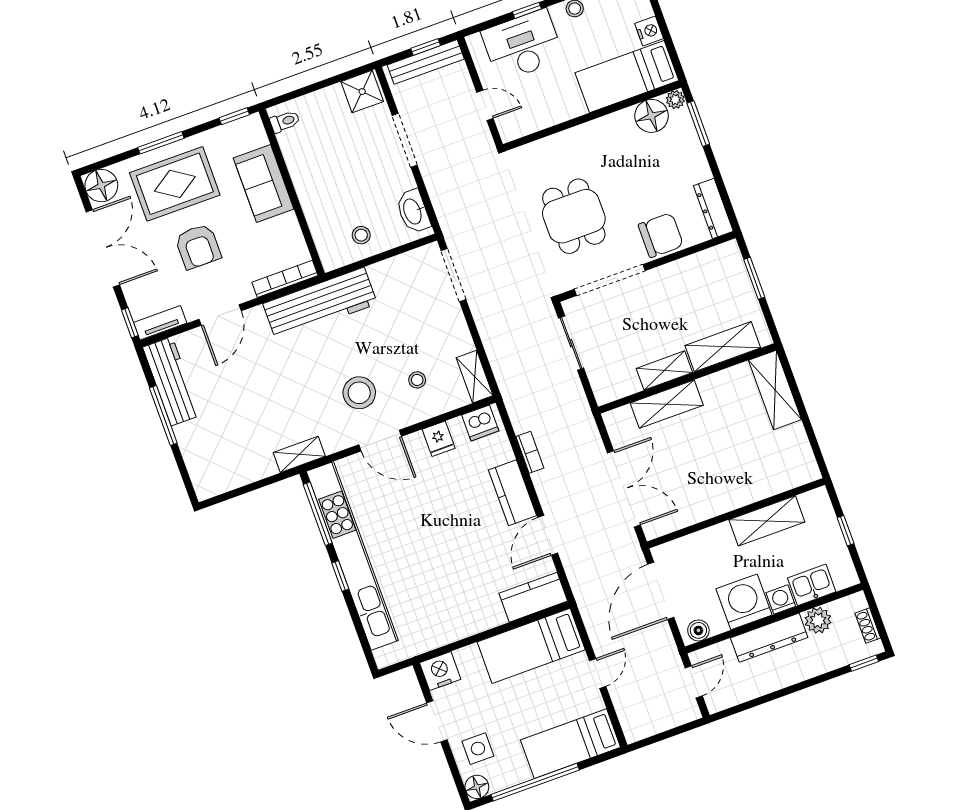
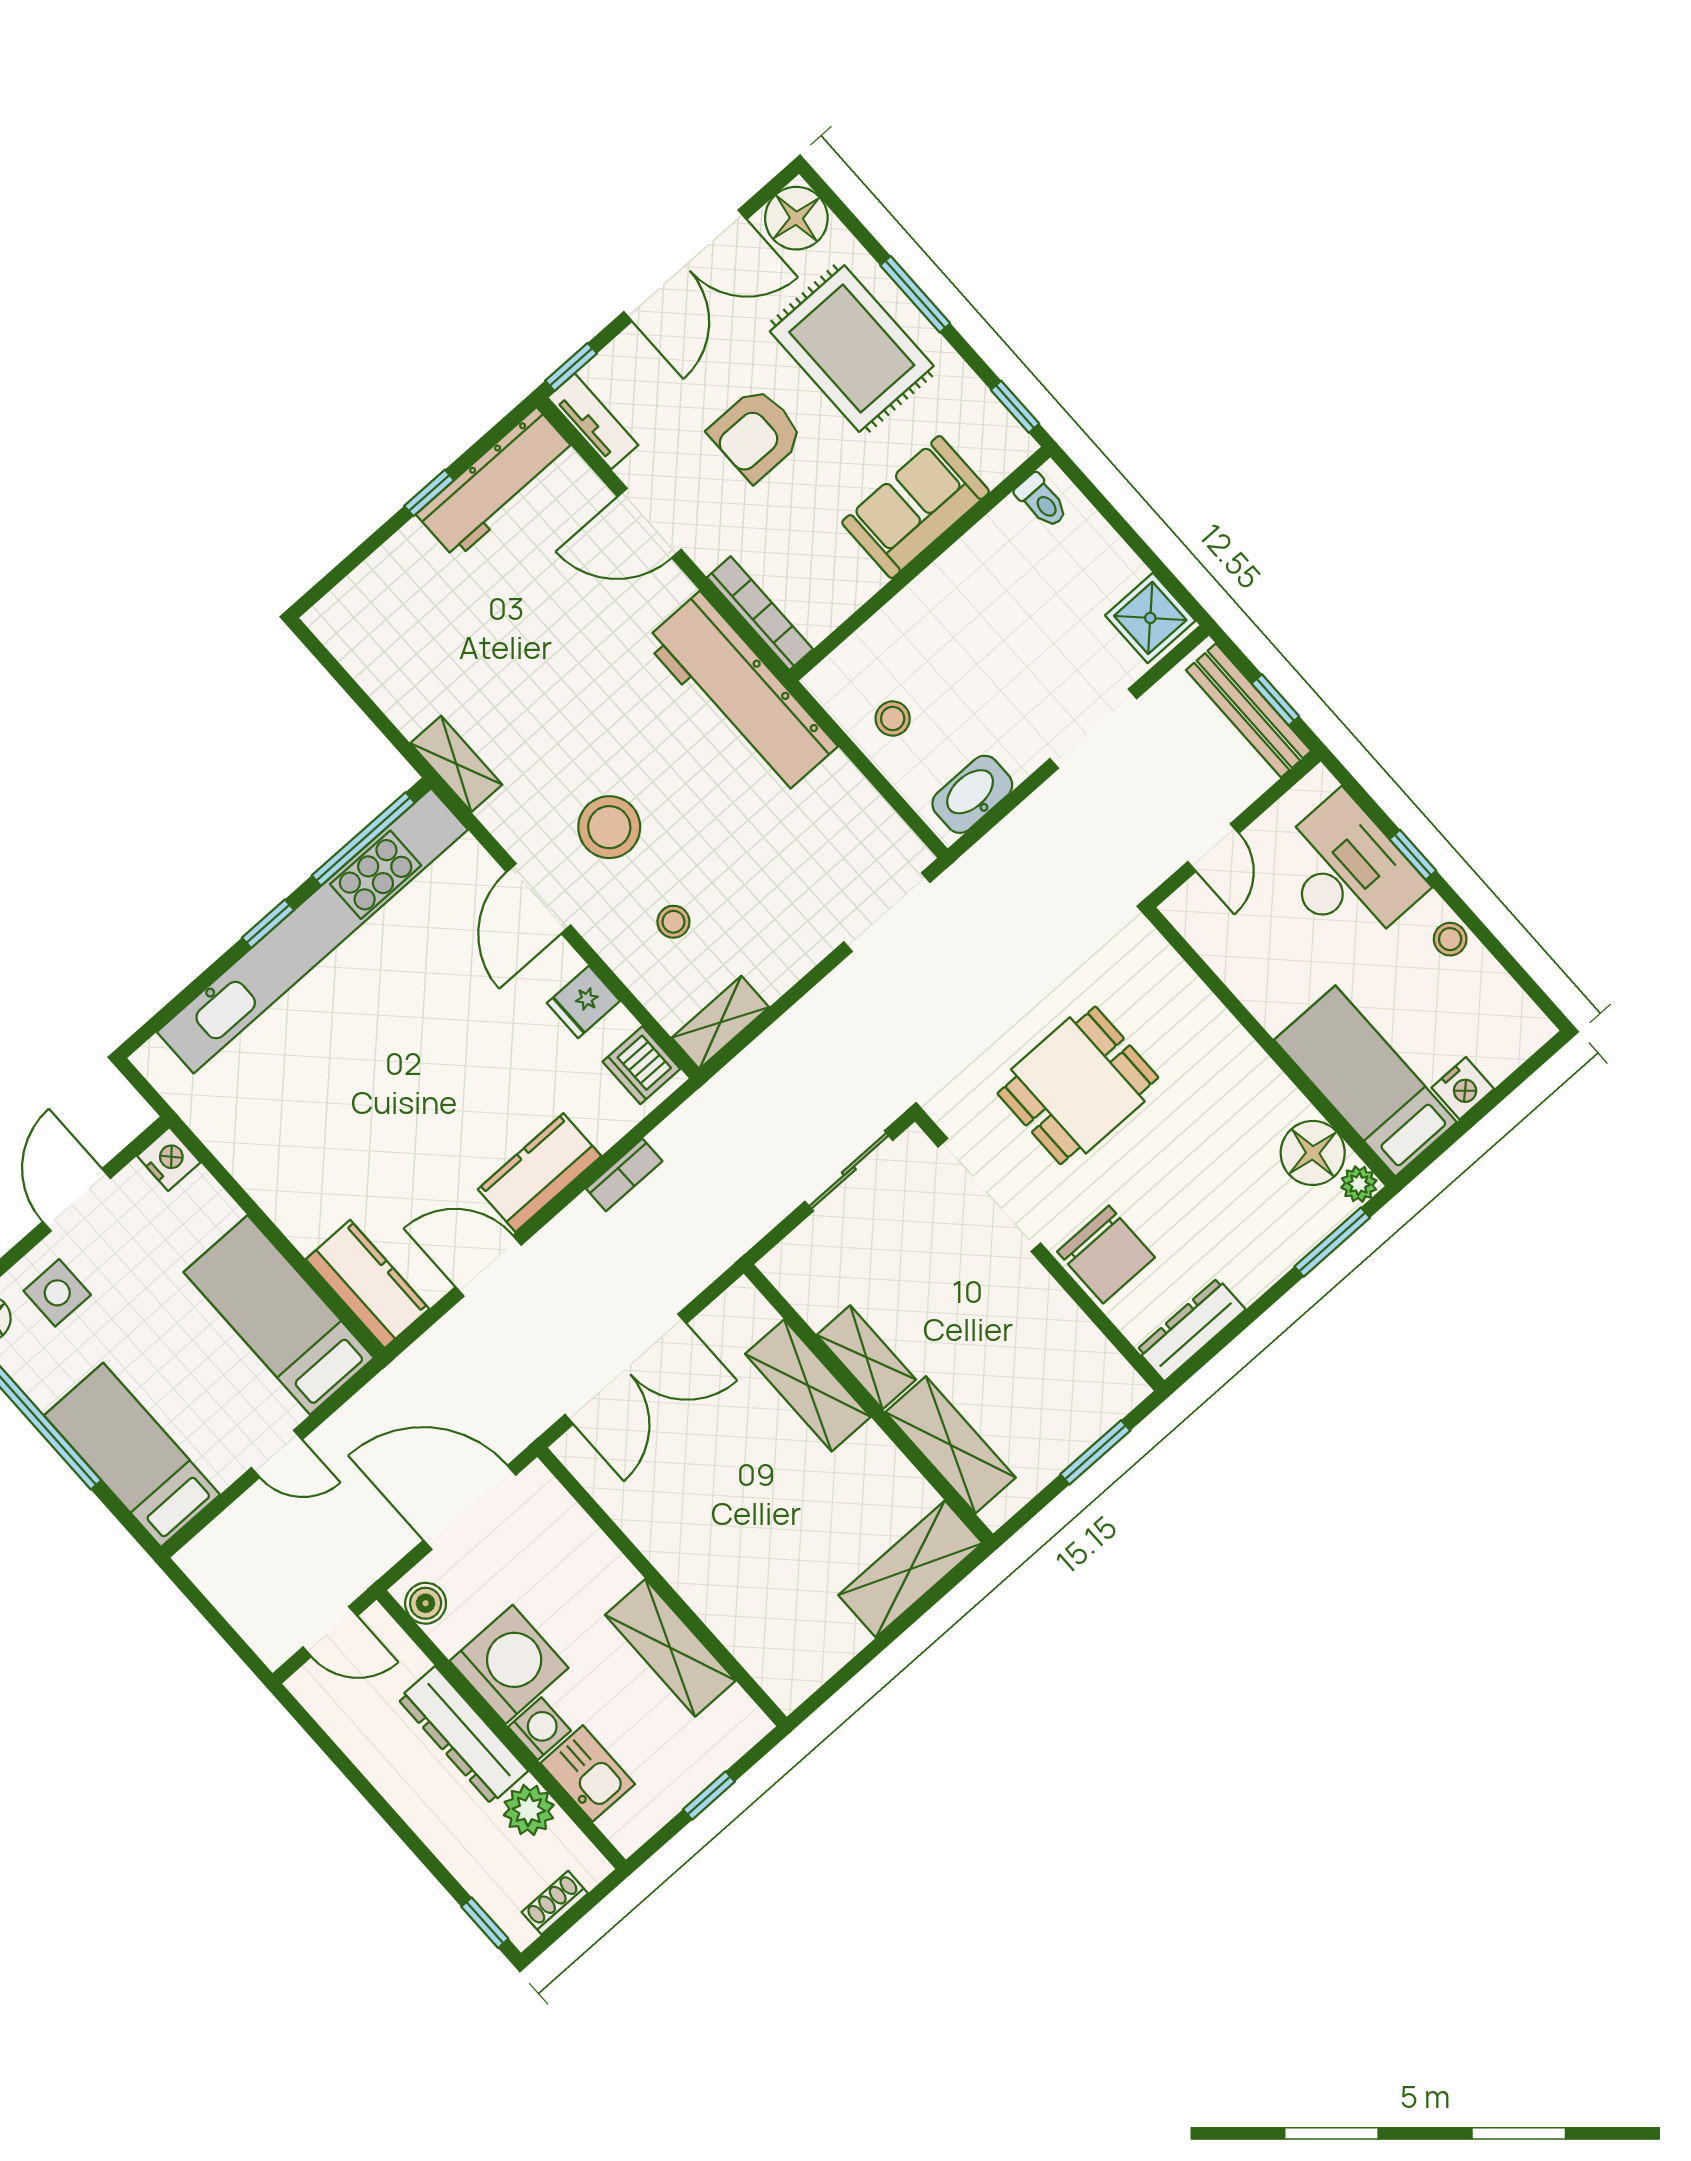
window: (163, 416) -> (429, 493), width x0.46
nightstand: (440, 671) -> (169, 1159), width x0.74, depth x0.75

